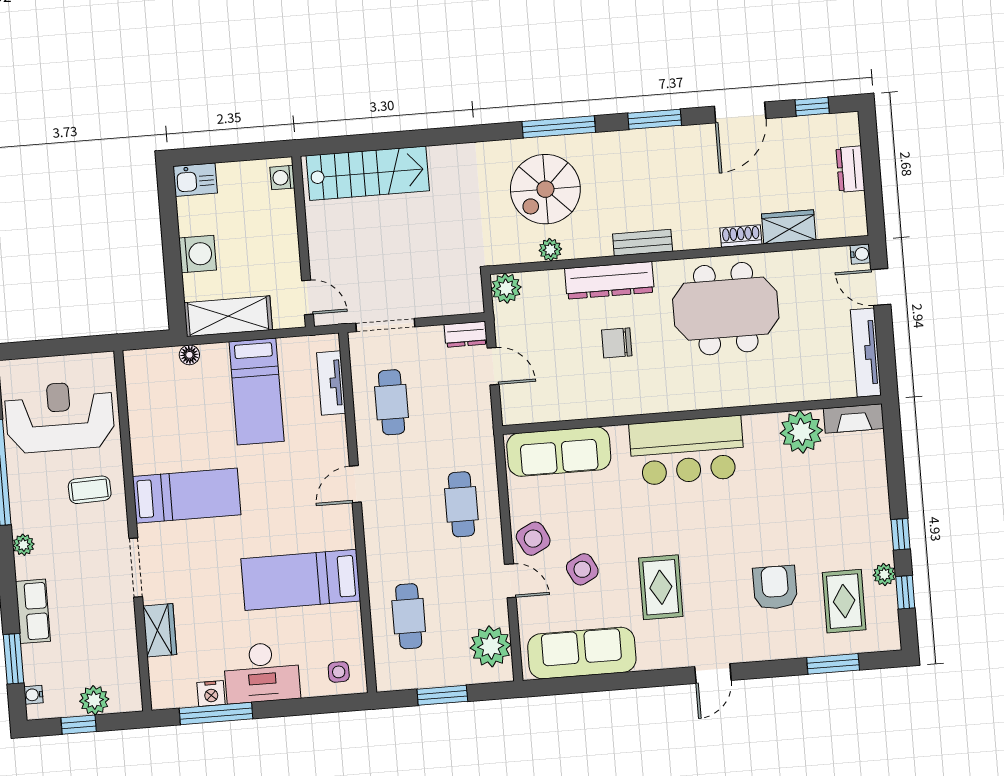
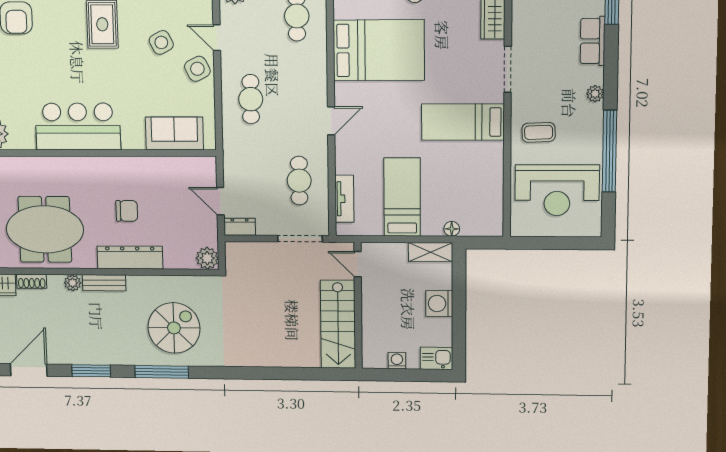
stairs: (368, 173) -> (338, 324), moved, turned -90
washing machine: (282, 178) -> (397, 361), moved, turned -90
plant: (550, 250) -> (73, 283), moved
shelving: (228, 316) -> (431, 252), width x0.67, depth x0.75
sofa: (559, 452) -> (174, 133), width x0.73
bed: (301, 580) -> (379, 50), width x1.50

